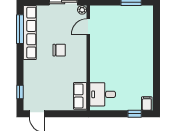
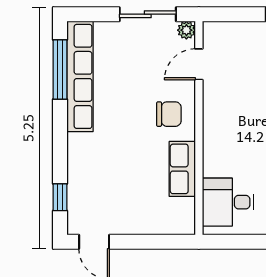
chair: (59, 50) -> (169, 114), moved
row of seats: (80, 96) -> (182, 169), moved

